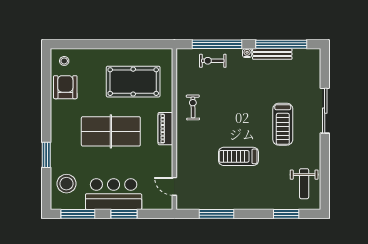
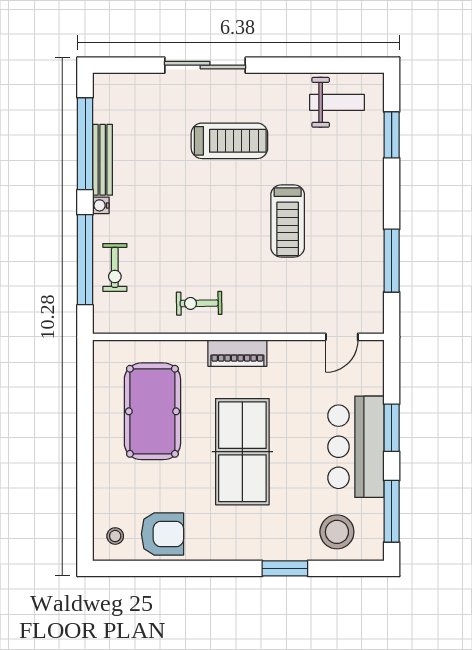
armchair: (65, 87) -> (163, 534), turned 180

